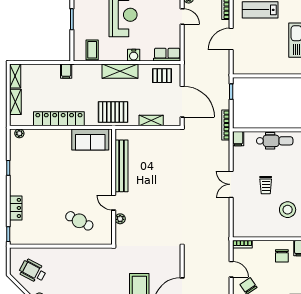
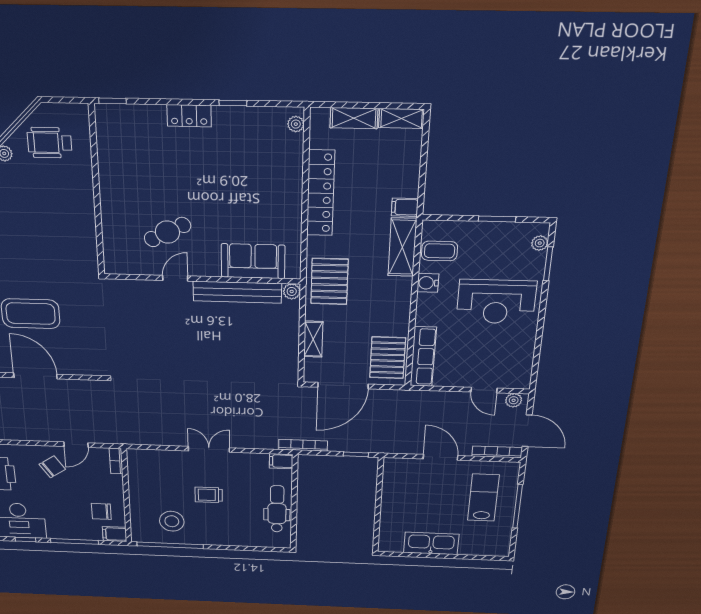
door: (182, 17) -> (484, 390), hinge flipped
water cooler: (134, 55) -> (428, 283), moved
row of seats: (167, 55) -> (423, 357), width x1.48
shelving: (120, 71) -> (402, 247), moved
pallet: (162, 76) -> (388, 358), width x1.50, depth x1.42
sofa: (90, 139) -> (253, 261), moved, turned 90
dental chair: (275, 141) -> (277, 509), turned 180
locker: (16, 208) -> (189, 116), moved
plant: (120, 219) -> (292, 291), moved
cafe table: (79, 221) -> (167, 232), moved, turned 36
wheelchair: (33, 271) -> (50, 143), turned -118

